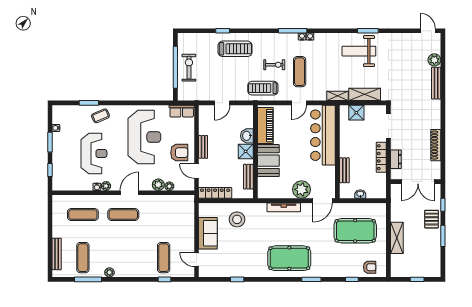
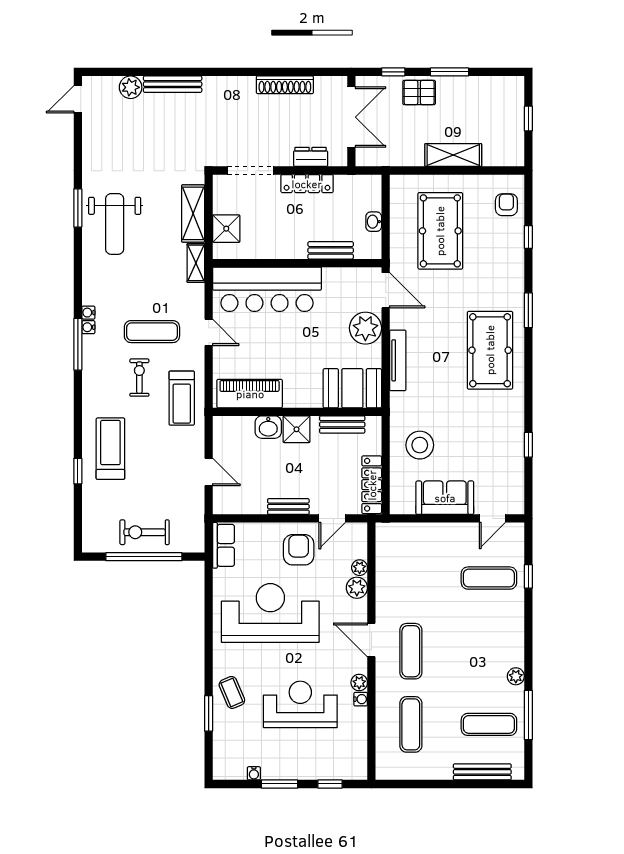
booth: (268, 161) -> (352, 388), moved

